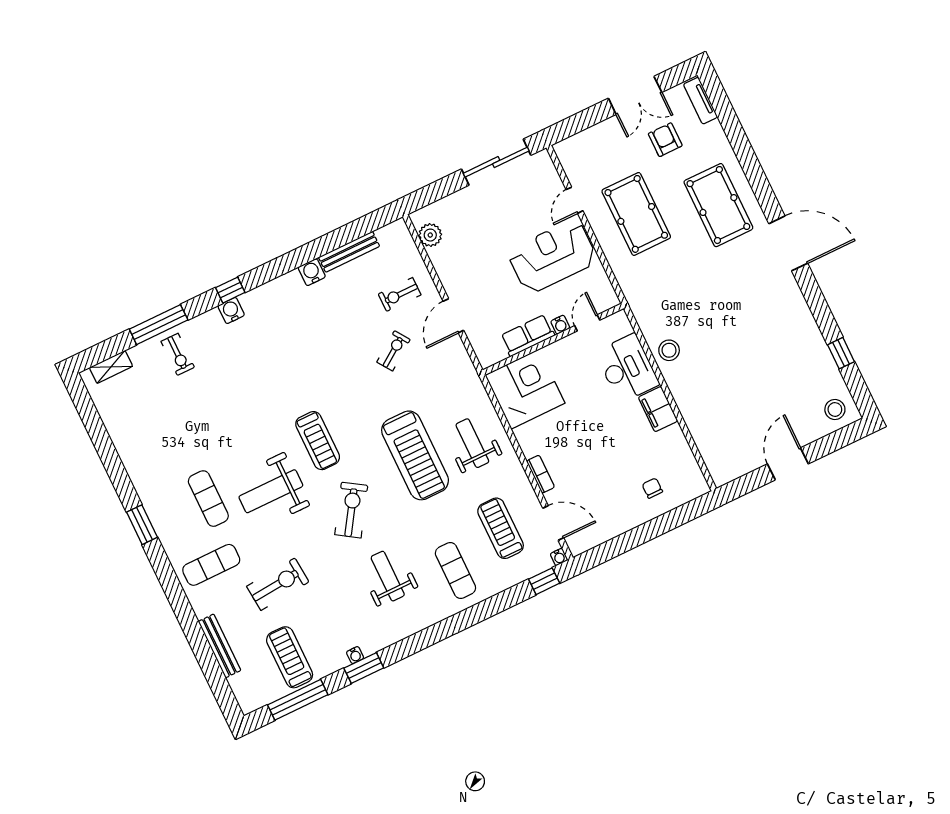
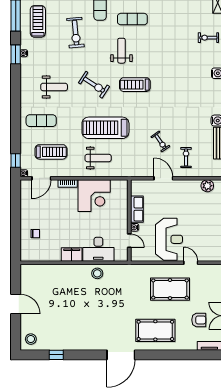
corner desk: (525, 389) -> (94, 196), moved
weight bench: (271, 491) -> (121, 51), width x0.73, depth x0.75
treadmill: (290, 657) -> (38, 21), turned -90

